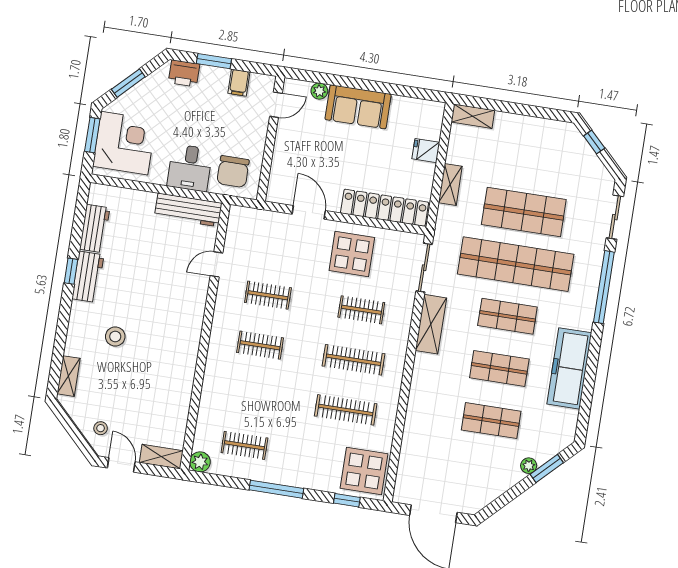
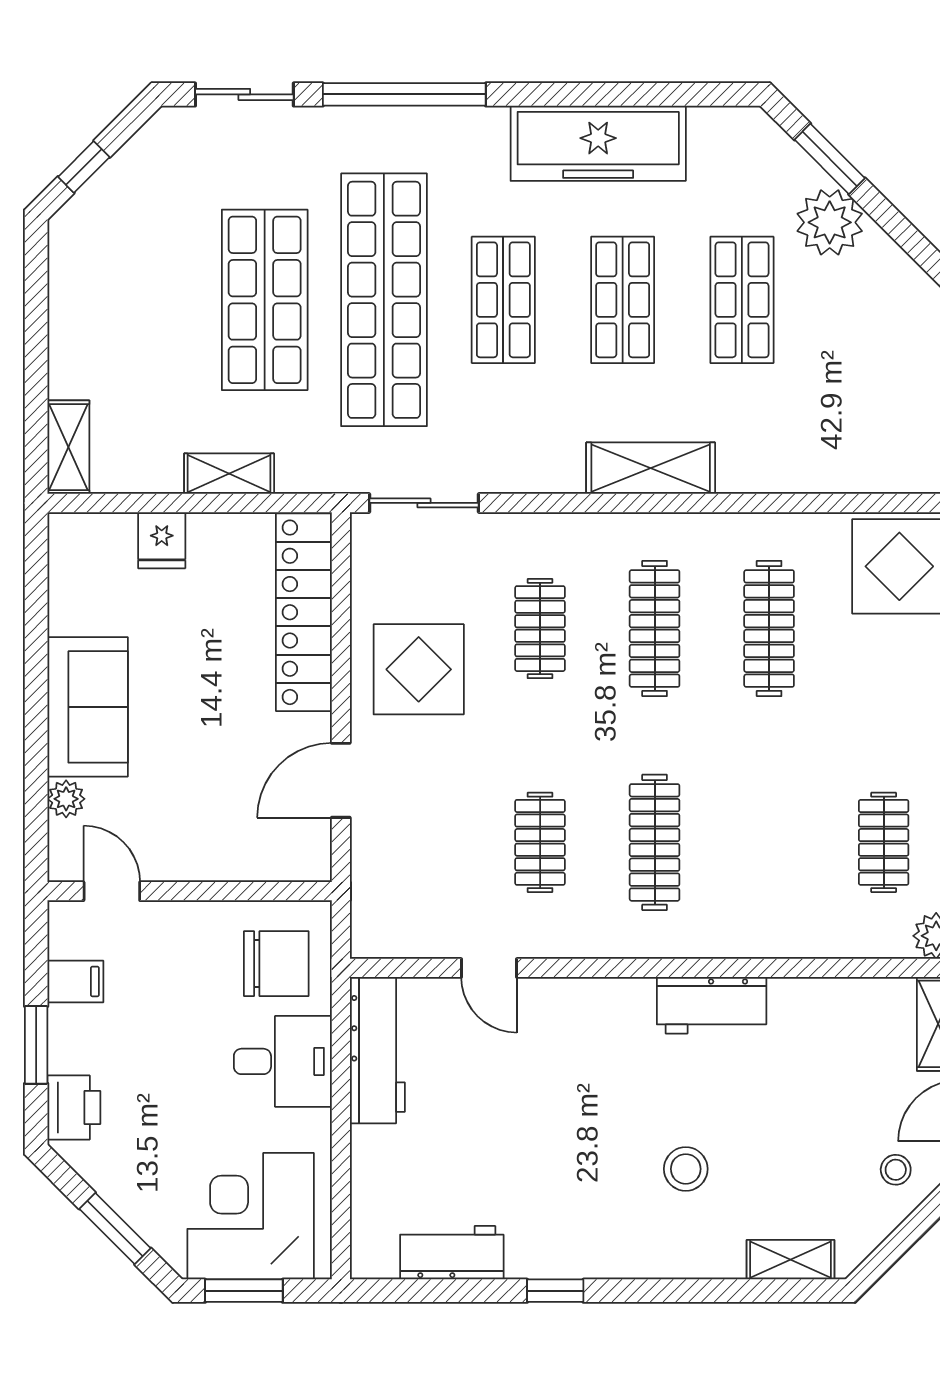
workbench: (88, 277) -> (712, 1005), moved, turned 180
shelving: (431, 324) -> (651, 468), moved
clothes rail: (260, 345) -> (655, 842), width x1.36
plant: (529, 466) -> (830, 222), width x1.87, depth x1.87

